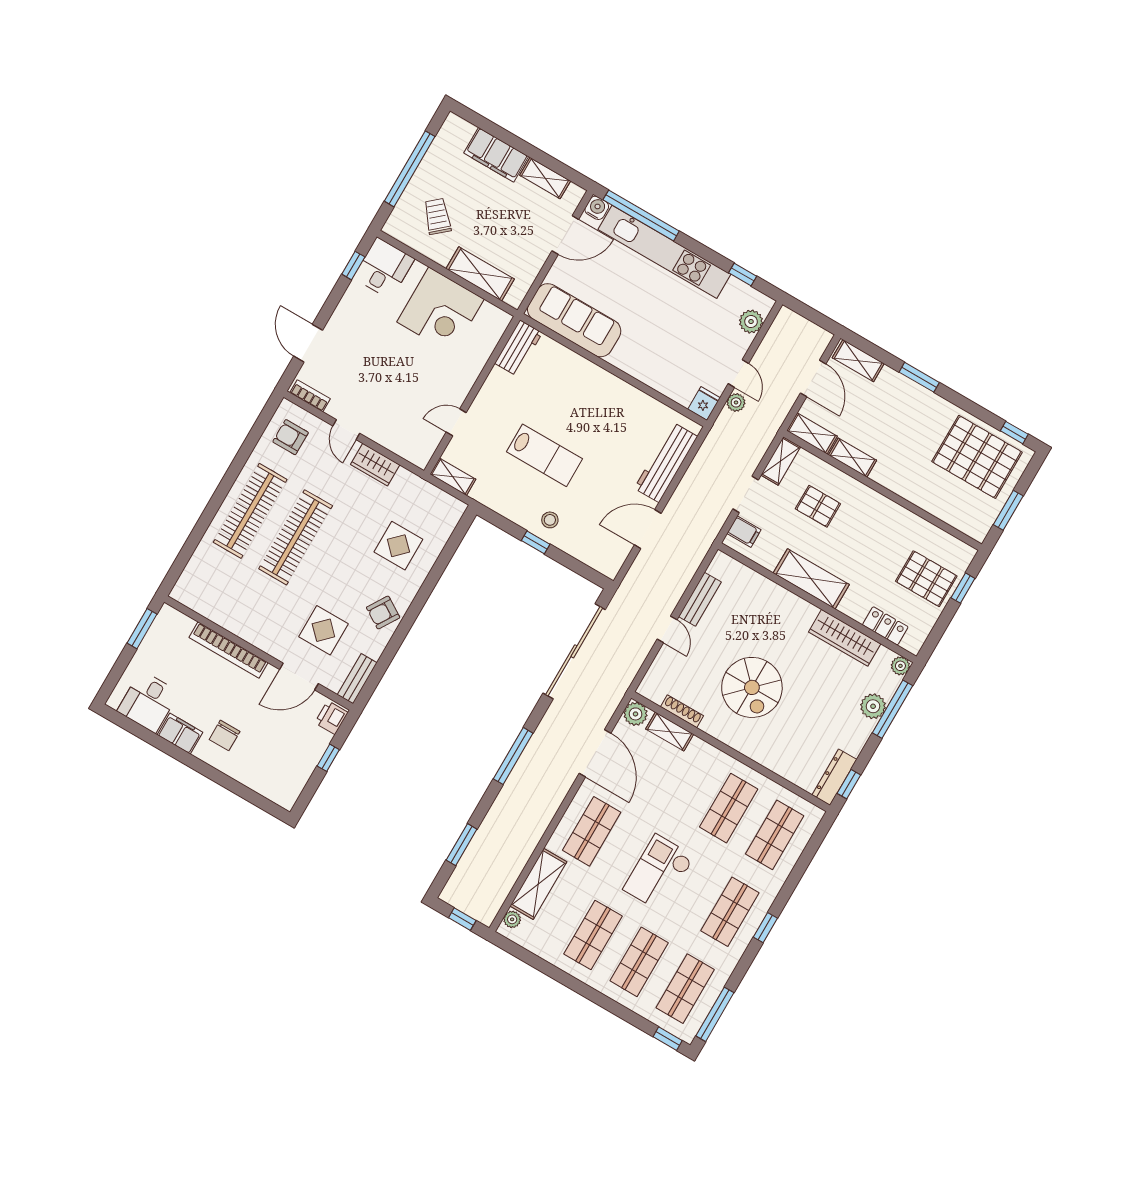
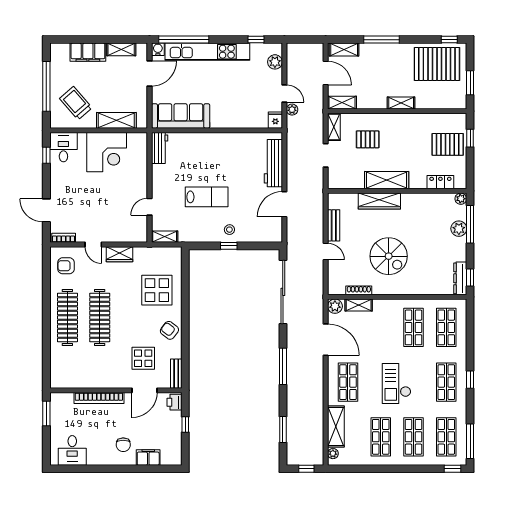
trolley: (437, 216) -> (76, 103), width x1.36, depth x1.39
window: (919, 377) -> (382, 40), width x1.44
shelving: (852, 458) -> (401, 103), moved
filing cabinet: (744, 532) -> (336, 176), removed
display table: (398, 546) -> (157, 290), width x1.36, depth x1.36
armchair: (383, 612) -> (169, 330), turned 95
wardrobe: (845, 638) -> (379, 201), moved
filing cabinet: (180, 734) -> (148, 458), moved

